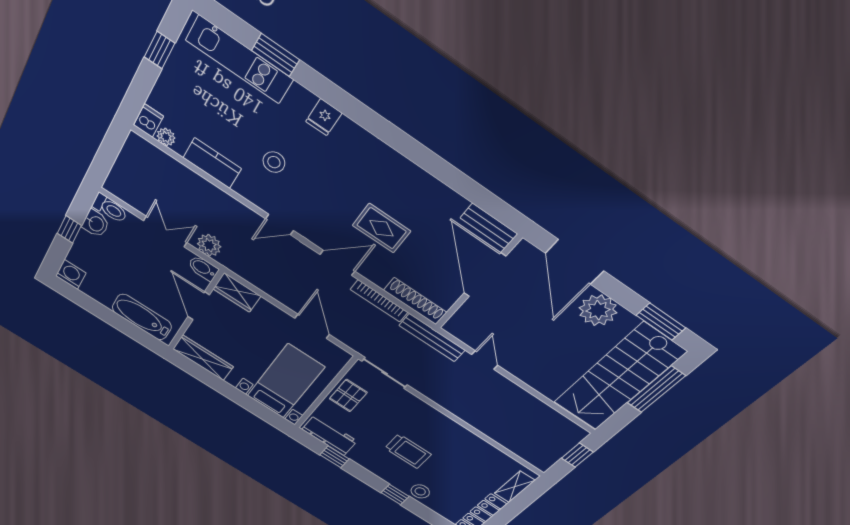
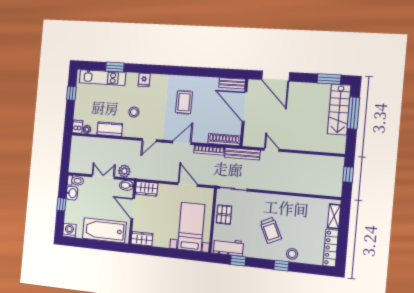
rug: (382, 228) -> (184, 102), moved, turned 90
plant: (598, 310) -> (300, 91), removed
bathtub: (142, 317) -> (104, 230), width x1.36, depth x1.36
wardrobe: (203, 358) -> (142, 239), width x0.67
stairs: (619, 378) -> (339, 110), width x0.73, depth x0.66
trolley: (408, 451) -> (271, 230), turned 65

